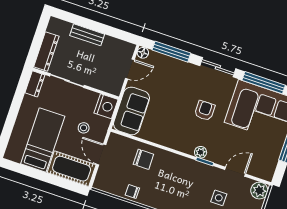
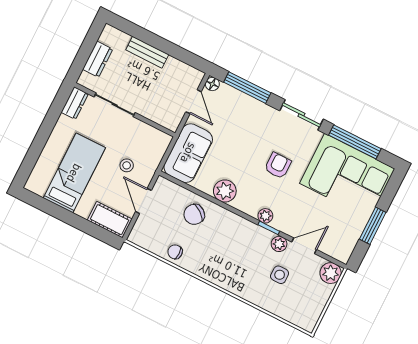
dresser: (46, 52) -> (98, 59), width x0.70
door: (130, 69) -> (194, 102), hinge flipped
nightstand: (106, 106) -> (158, 143), removed
plant: (165, 137) -> (225, 191), added
chair: (143, 159) -> (194, 214), turned 127
cot: (72, 169) -> (110, 220), width x0.73, depth x0.75
plant: (215, 173) -> (279, 244), added

